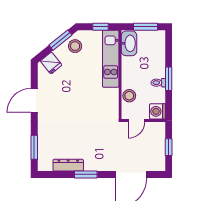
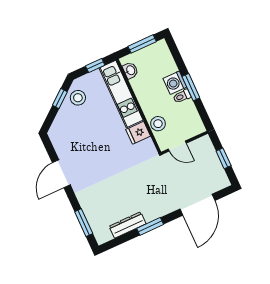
window: (60, 40) -> (60, 99), width x0.67
washbasin: (129, 43) -> (130, 70), width x0.52, depth x0.69
fridge: (51, 63) -> (138, 133), moved, turned 129
washing machine: (158, 111) -> (175, 83), moved
door: (136, 121) -> (177, 146), hinge flipped

